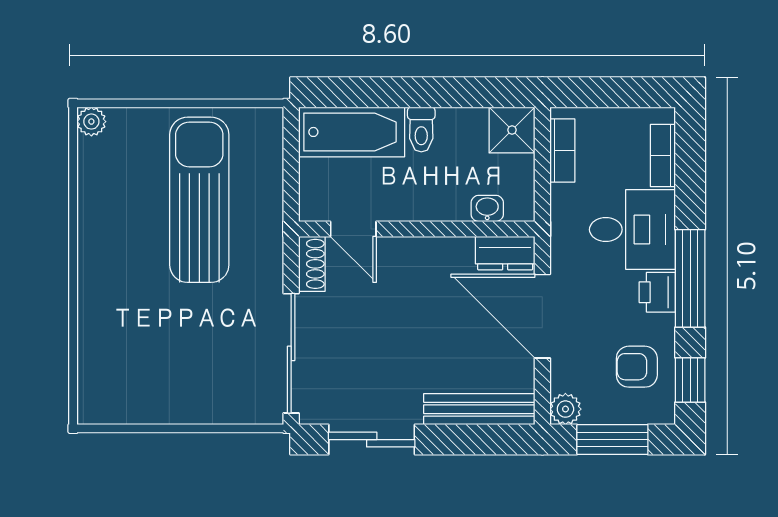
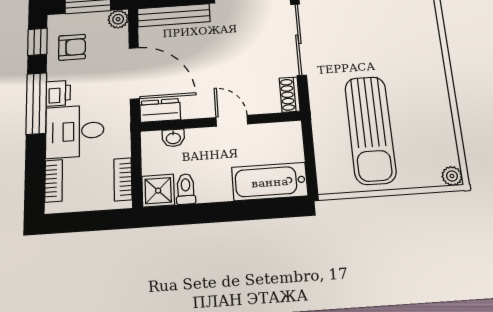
toilet: (421, 129) -> (186, 189), moved
door: (353, 229) -> (232, 121), moved

